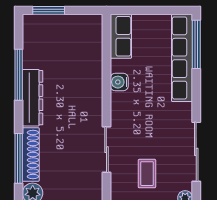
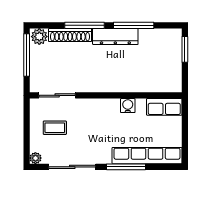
window: (196, 44) -> (126, 167), moved
sliding door: (106, 150) -> (57, 95), moved
window: (19, 158) -> (85, 25), moved

